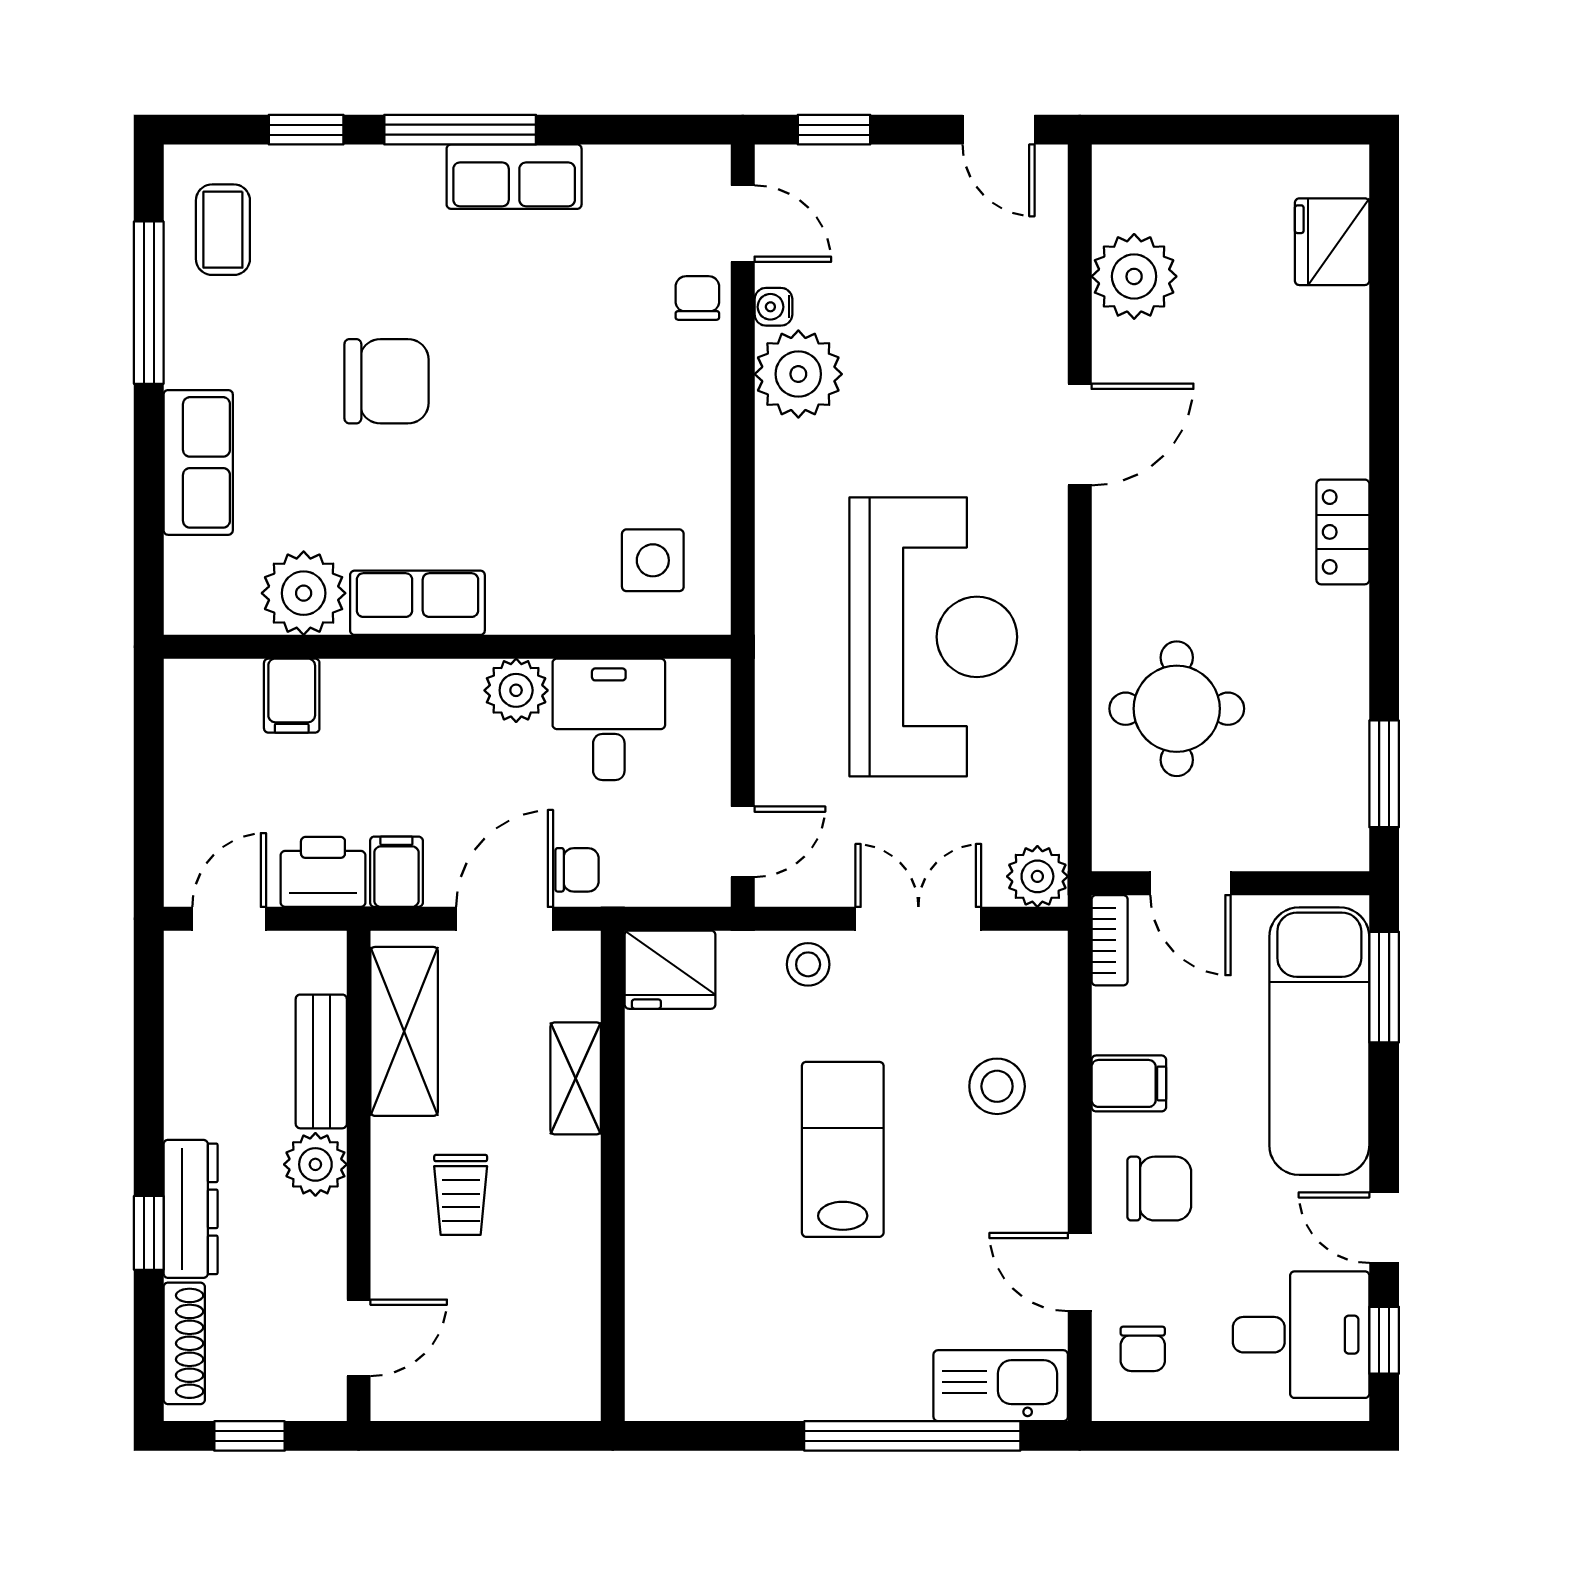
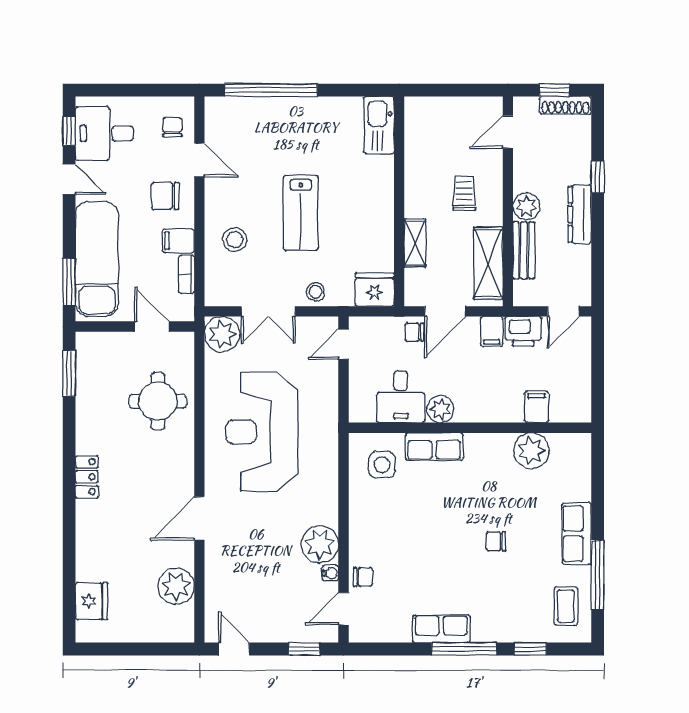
door: (743, 224) -> (343, 609), hinge flipped
chair: (697, 298) -> (363, 577), turned -90
chair: (387, 381) -> (496, 541), width x0.54, depth x0.54
row of seats: (198, 462) -> (576, 534), moved
row of seats: (417, 603) -> (434, 447), moved
plant: (1037, 876) -> (222, 334), width x1.36, depth x1.36
bookcase: (1110, 940) -> (187, 274), moved
dresser: (191, 1209) -> (580, 214), moved
shoe rack: (184, 1343) -> (565, 105), moved, turned -90
kitchen sink: (1001, 1386) -> (379, 125), moved, turned 90

